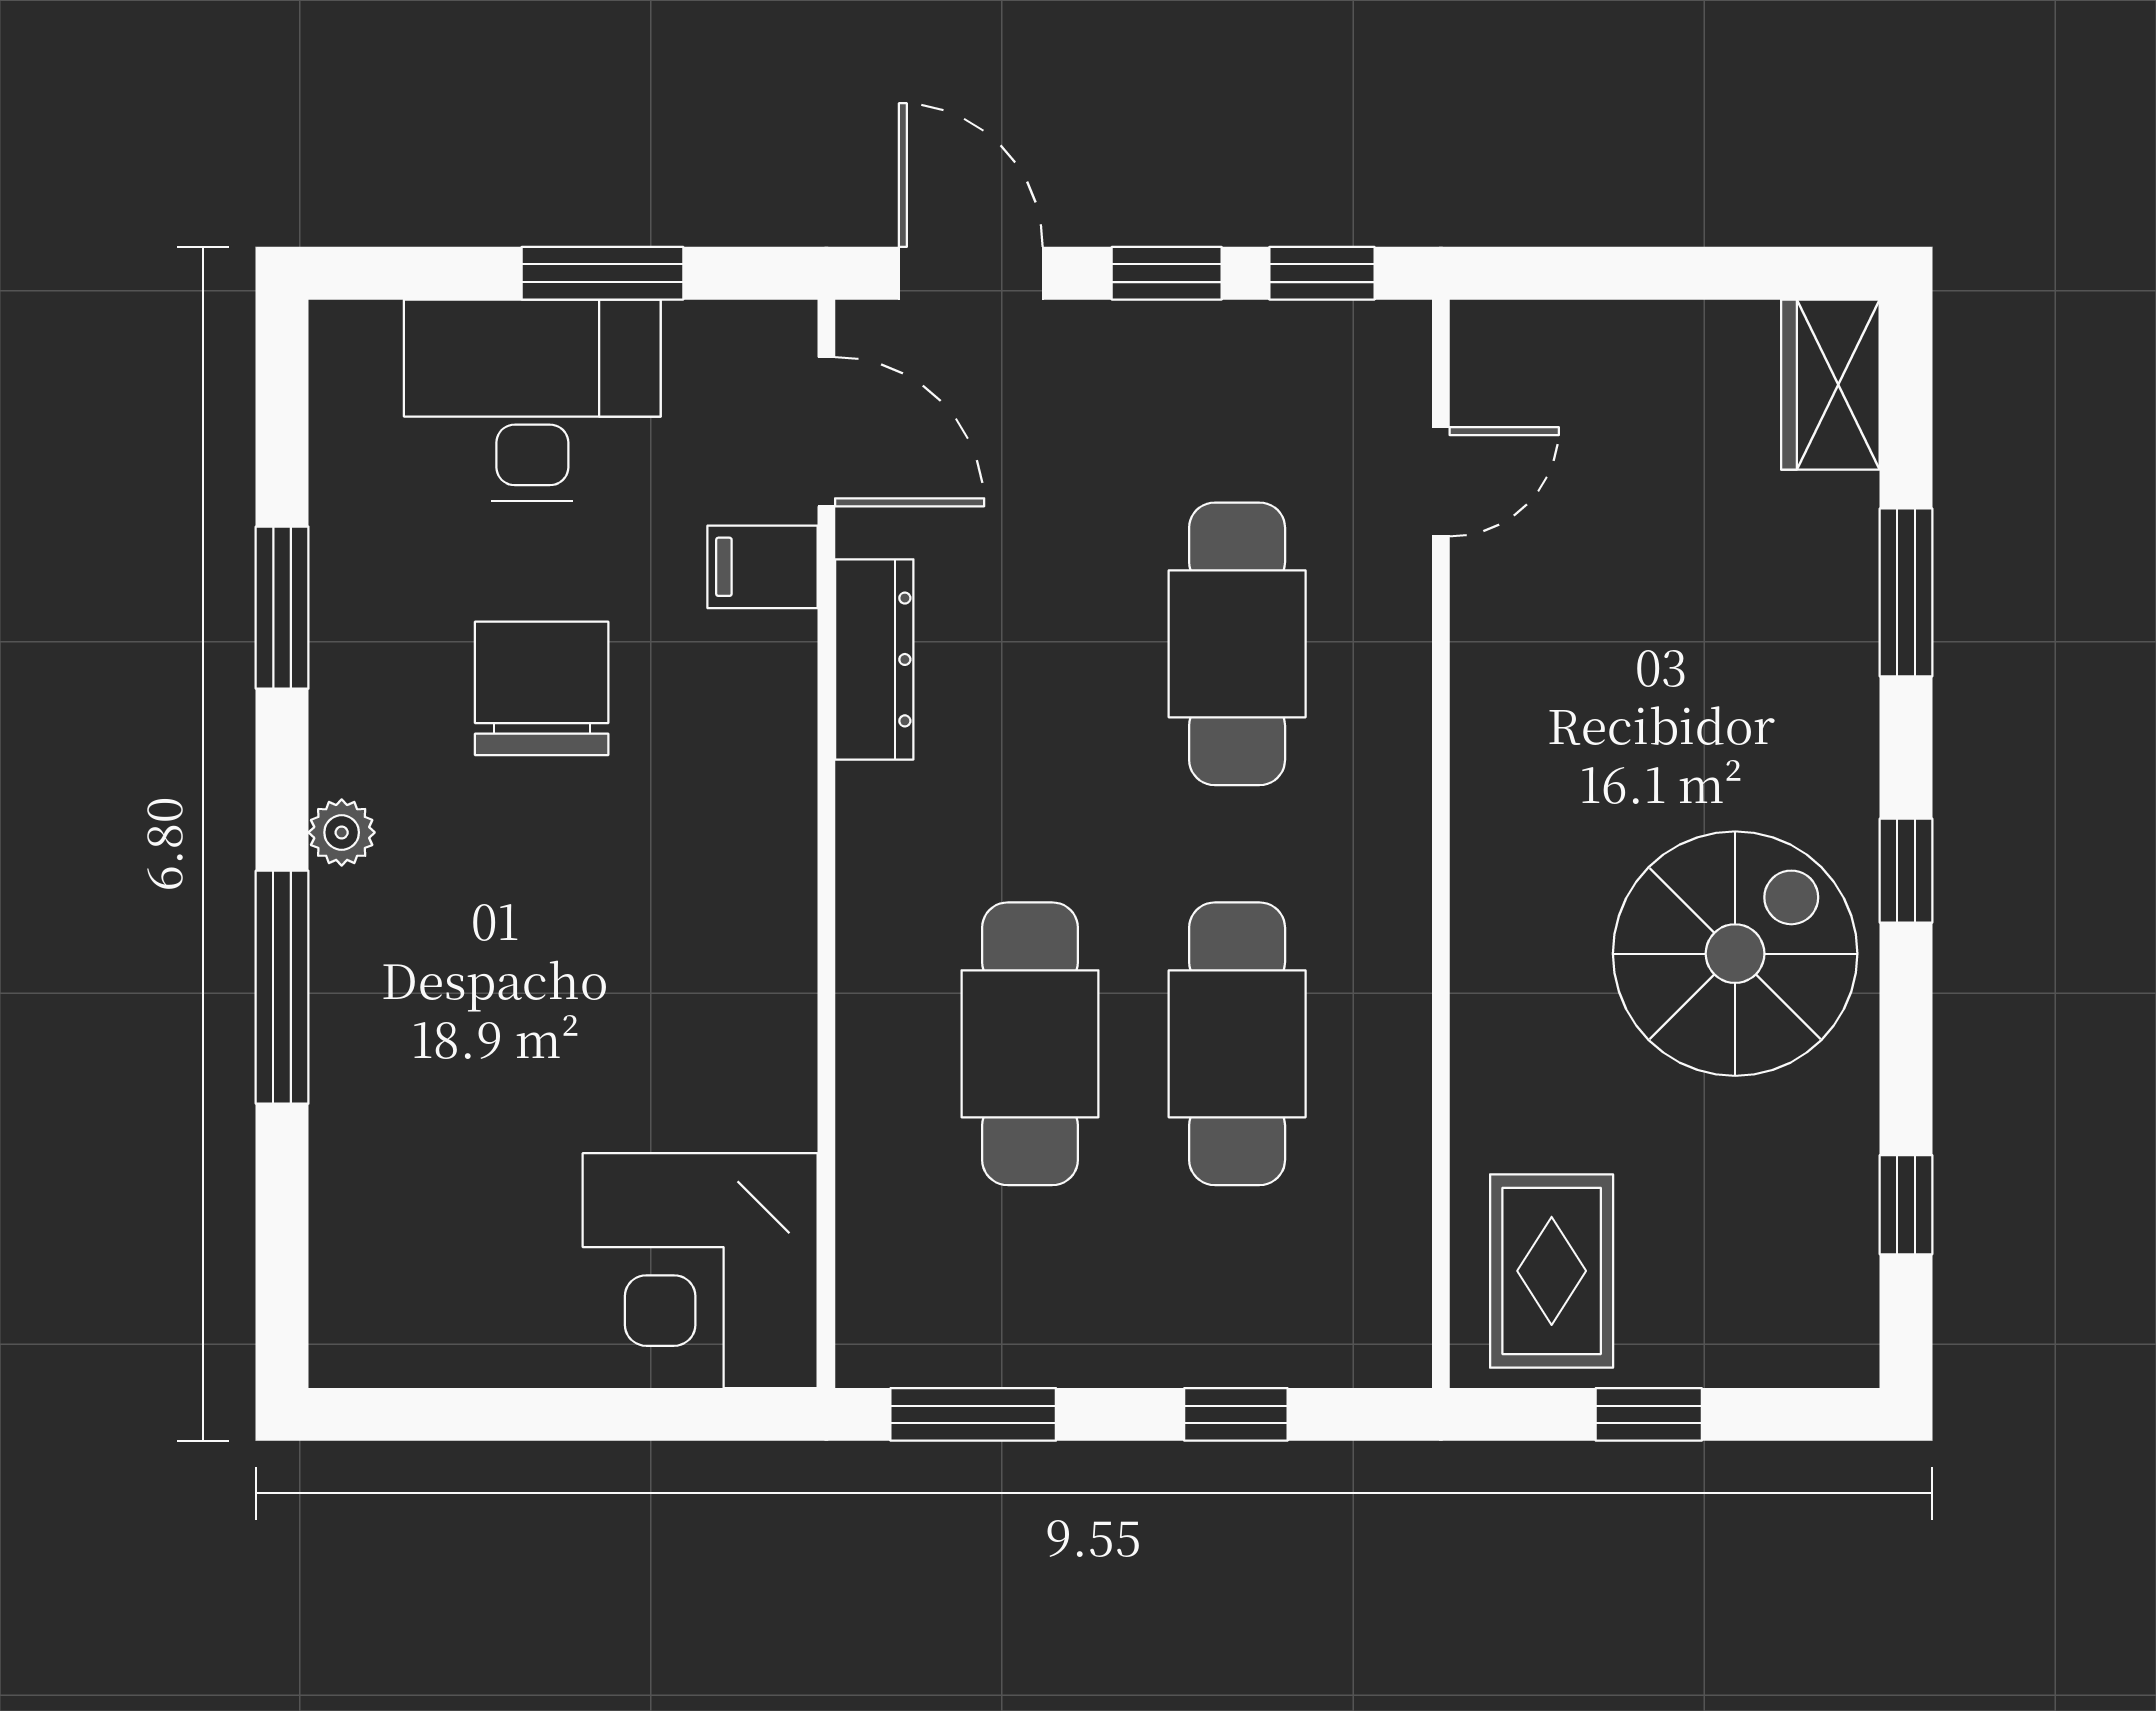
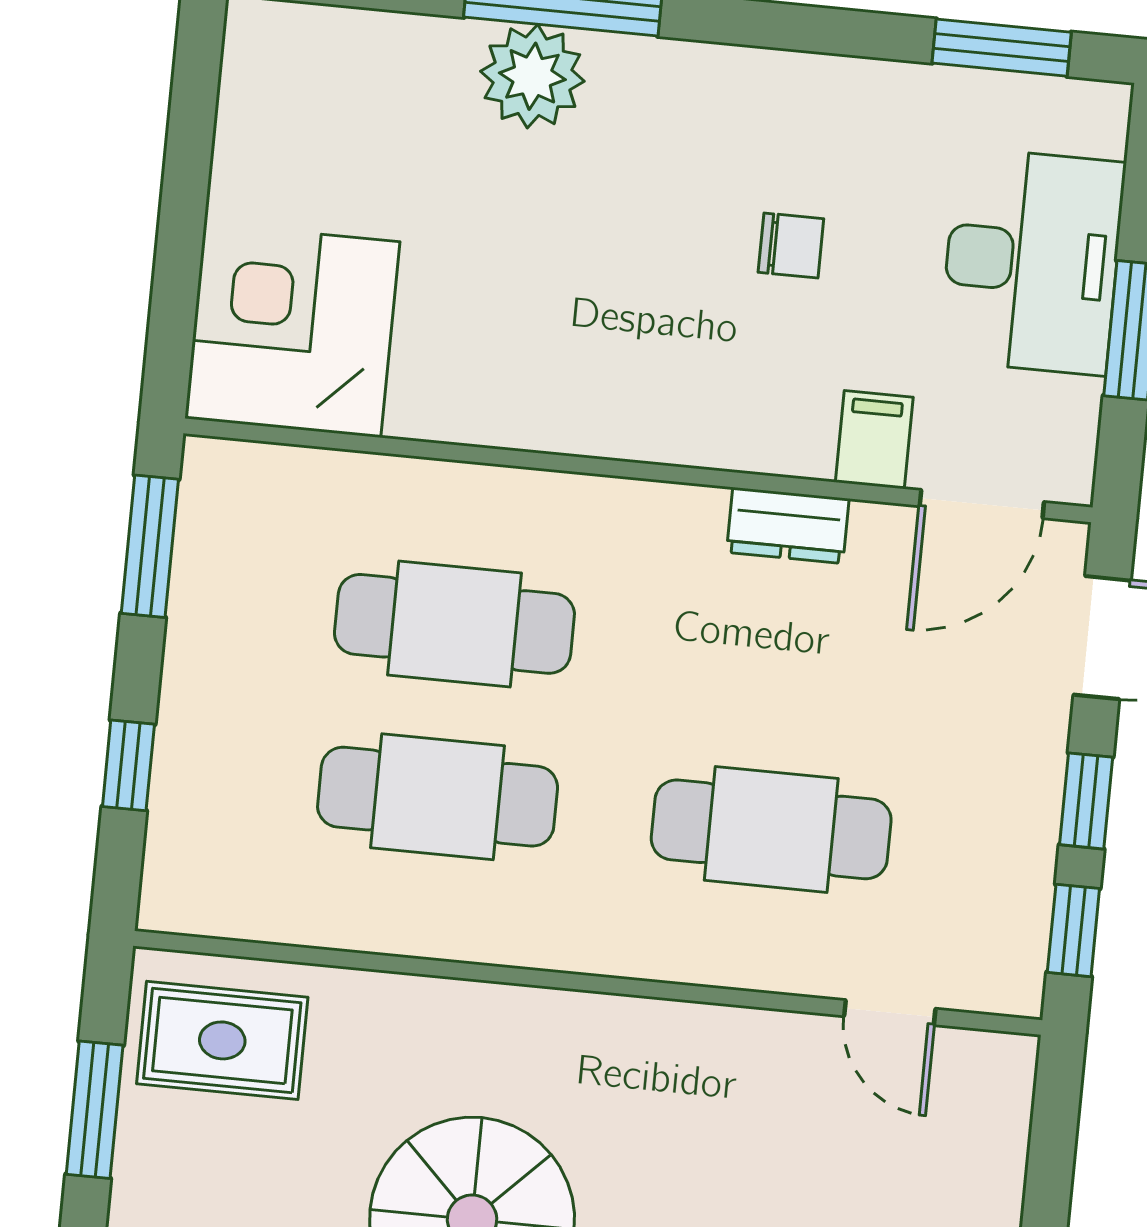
window: (282, 608) -> (1002, 48), moved
dresser: (874, 659) -> (788, 525), width x0.70
chair: (542, 688) -> (791, 246), width x0.54, depth x0.54
plant: (342, 832) -> (532, 76), moved, width x1.88, depth x1.88
window: (1649, 1414) -> (95, 1110), width x1.50

